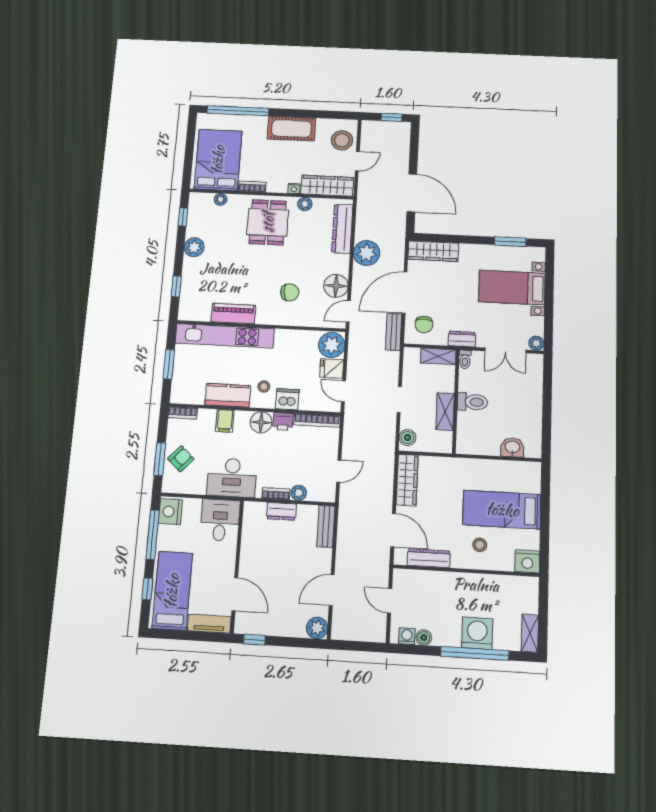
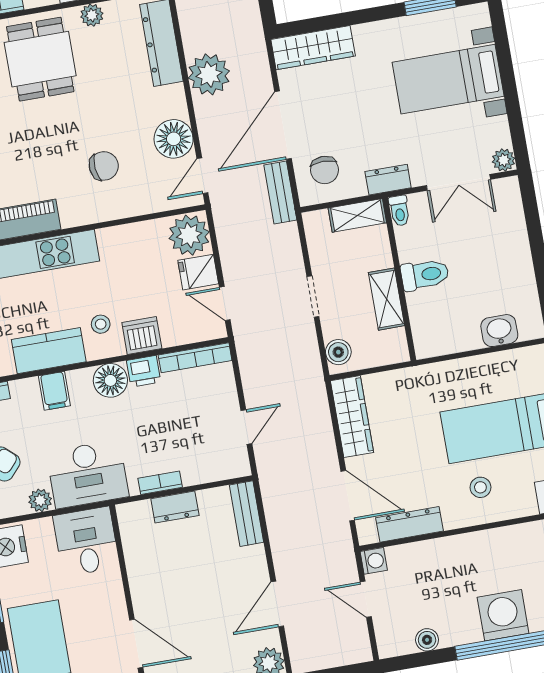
plant: (299, 493) -> (40, 500), moved
washing machine: (407, 636) -> (374, 561), moved, turned 90

